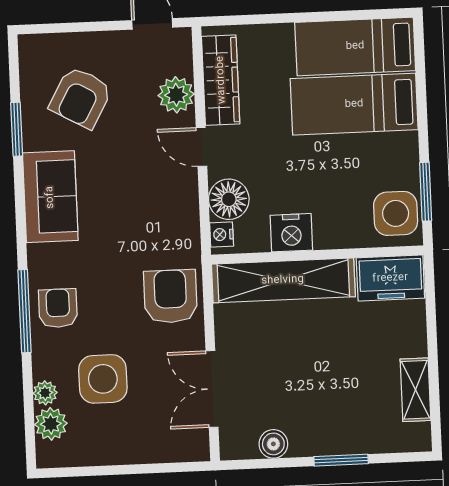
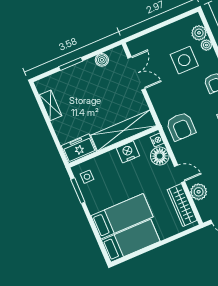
side table: (396, 213) -> (87, 177), width x0.54, depth x0.54
armchair: (170, 296) -> (181, 126), moved

